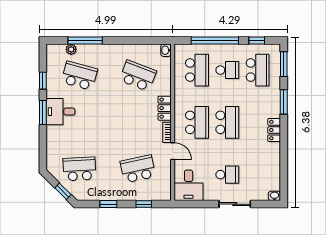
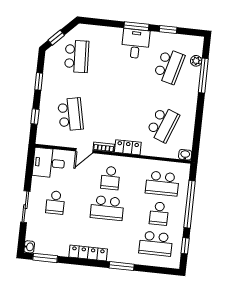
window: (284, 64) -> (45, 258), moved
school desk: (197, 122) -> (110, 178), width x0.54
locker: (274, 130) -> (88, 253), width x1.53

